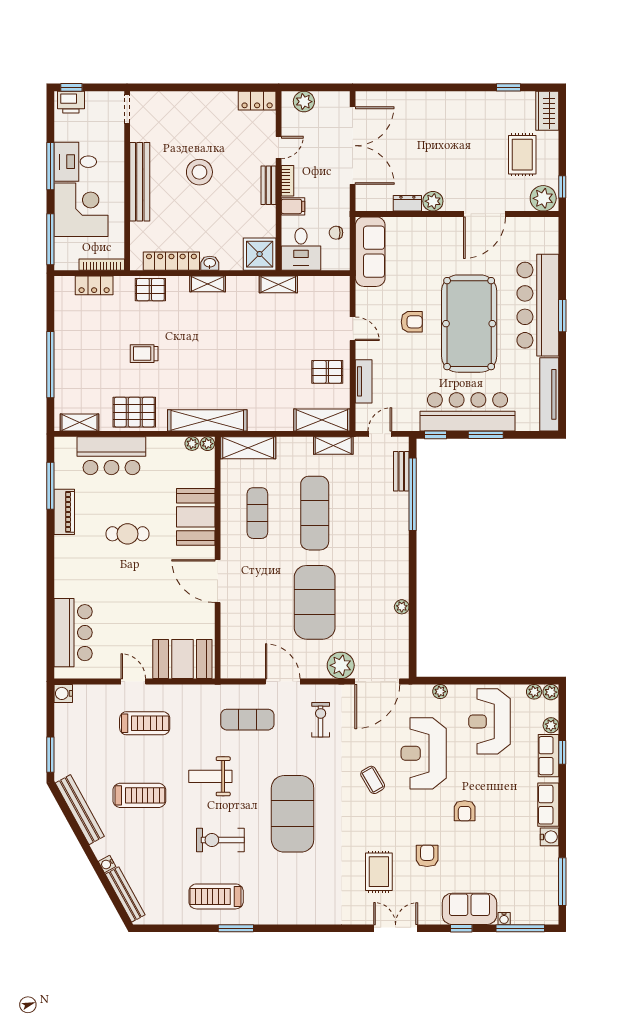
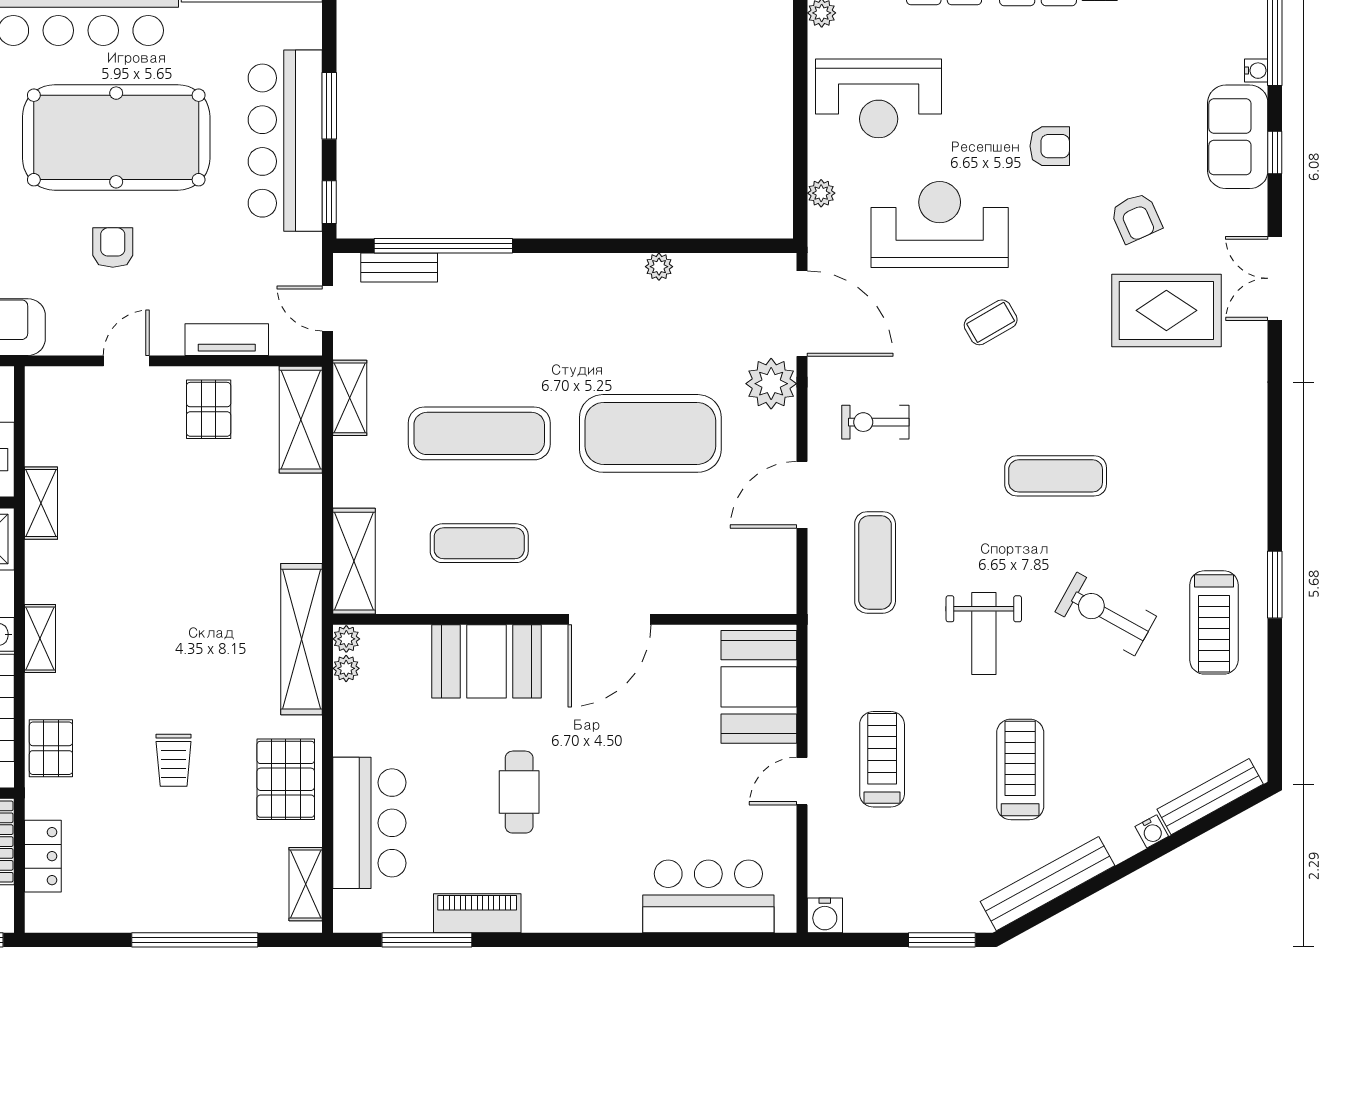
reception desk: (424, 753) -> (940, 225), turned 180
exercise mat: (293, 814) -> (1056, 476), width x0.50, depth x0.69
exercise bike: (220, 840) -> (1106, 614), turned 119
armchair: (427, 856) -> (1136, 218), turned -114
rug: (379, 872) -> (1166, 310), width x1.36, depth x1.43

